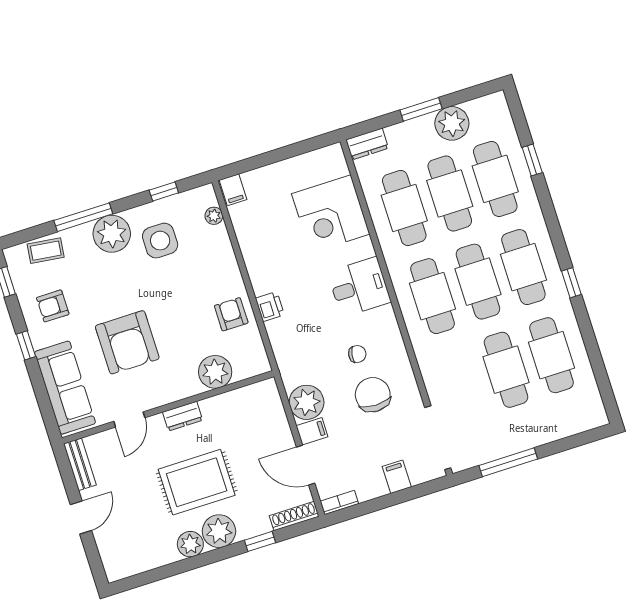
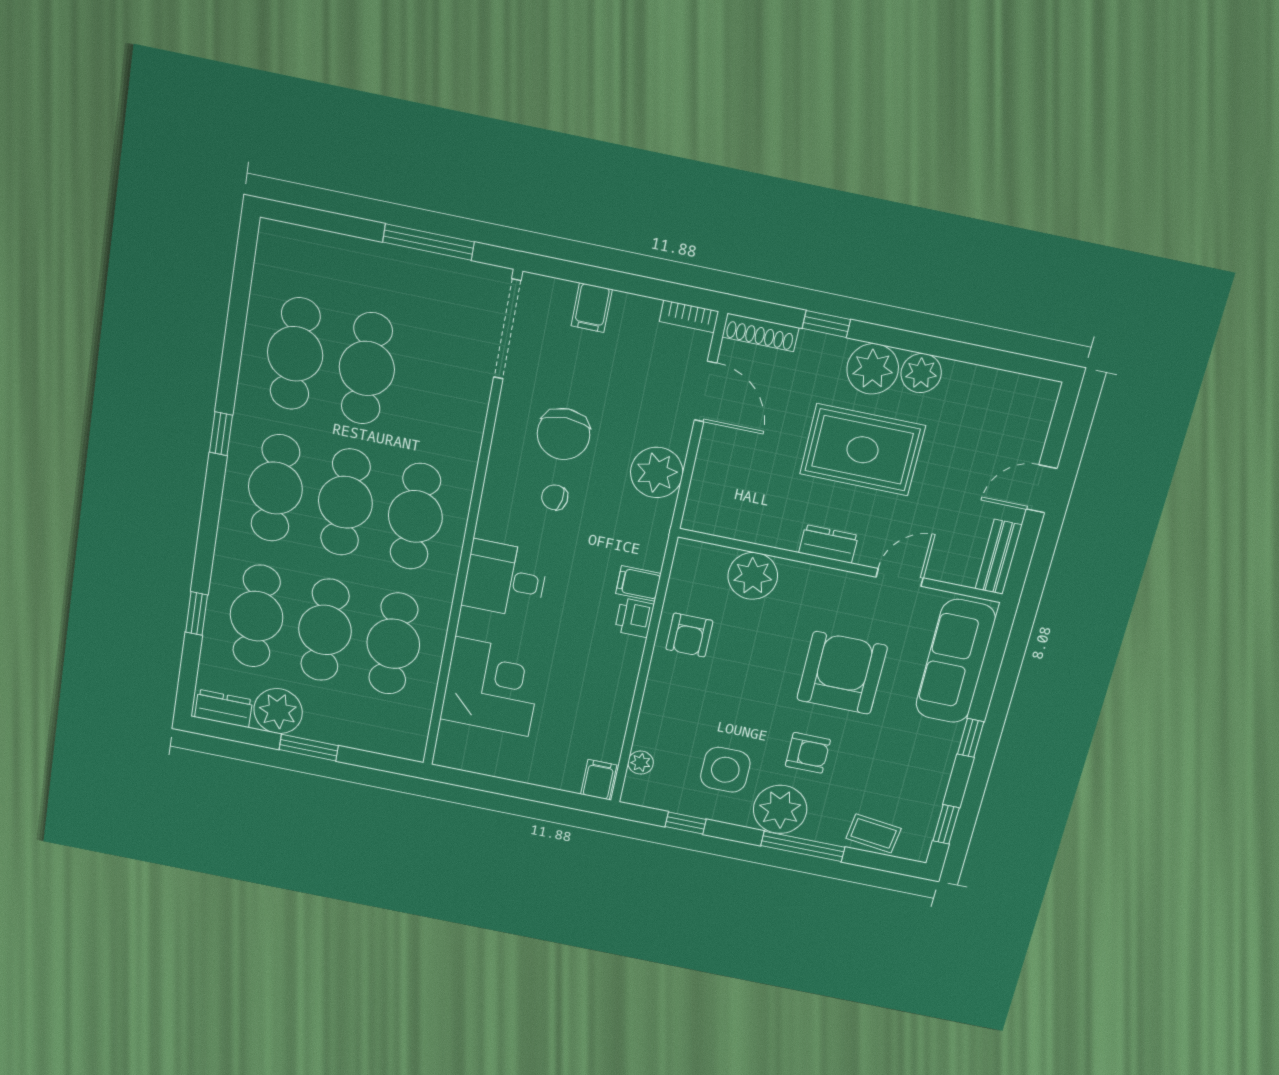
dresser: (367, 144) -> (224, 708), moved
armchair: (53, 306) -> (808, 753), moved
filing cabinet: (312, 431) -> (638, 583), moved

